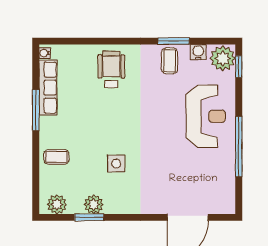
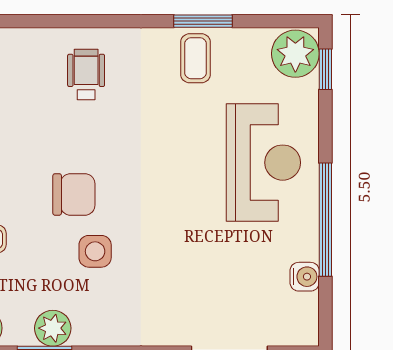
water cooler: (198, 52) -> (305, 277), moved, turned 90
wheelchair: (111, 69) -> (86, 74), width x0.73, depth x0.73
chair: (105, 133) -> (74, 194), added

